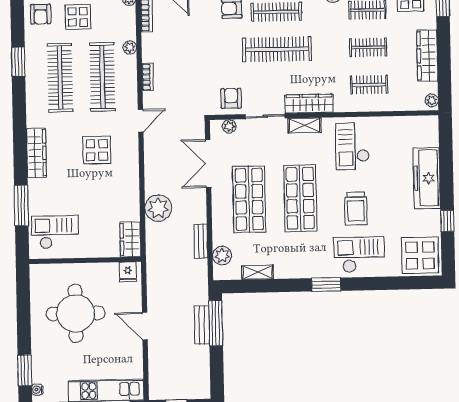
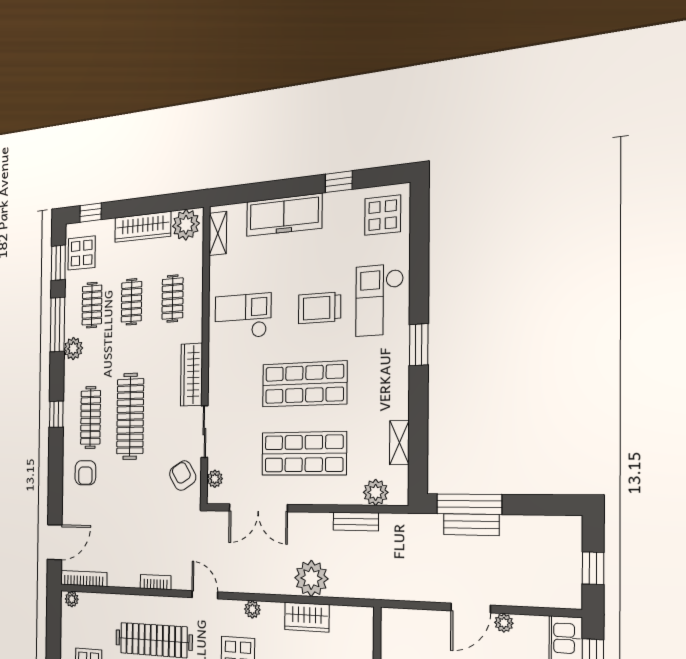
plant: (130, 47) -> (252, 609), moved
armchair: (231, 98) -> (183, 476), turned 59
plant: (432, 100) -> (186, 225), width x1.87, depth x1.87
shelving: (305, 125) -> (218, 233), moved
checkout: (352, 146) -> (243, 316), turned 180
trolley: (356, 209) -> (319, 308), turned 180
wardrobe: (130, 239) -> (307, 617), moved
display table: (420, 255) -> (383, 215), width x0.73, depth x0.73
fridge: (128, 272) -> (394, 627), removed
plant: (136, 349) -> (504, 623), added

